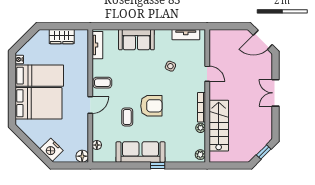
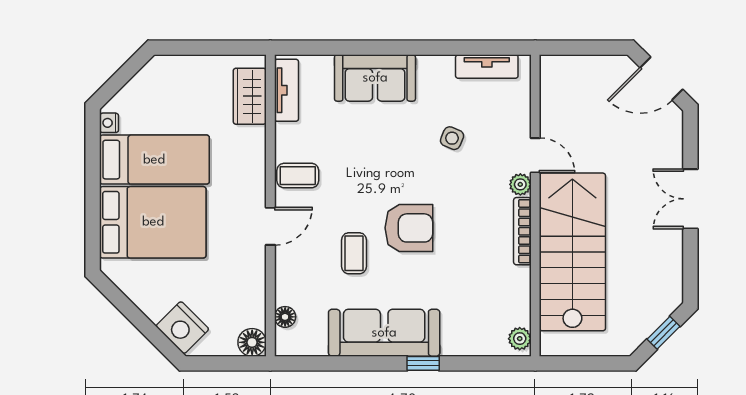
wardrobe: (62, 37) -> (250, 96), moved, turned 90
stairs: (219, 126) -> (572, 252), width x1.36, depth x1.51
plant: (201, 128) -> (520, 184), moved

